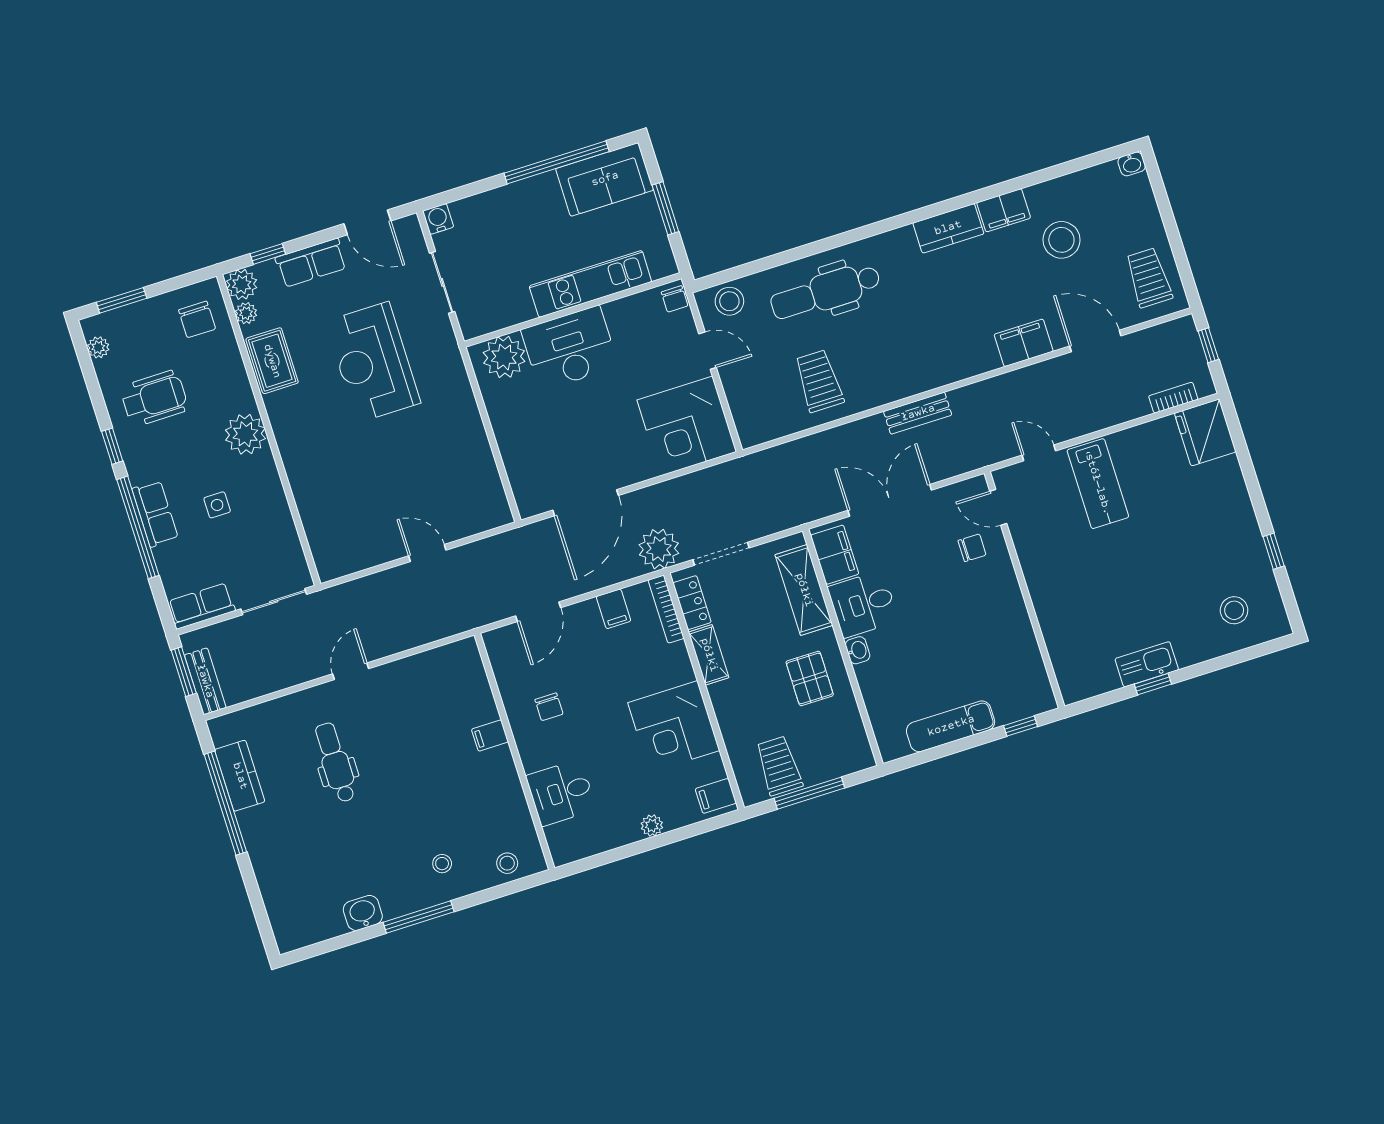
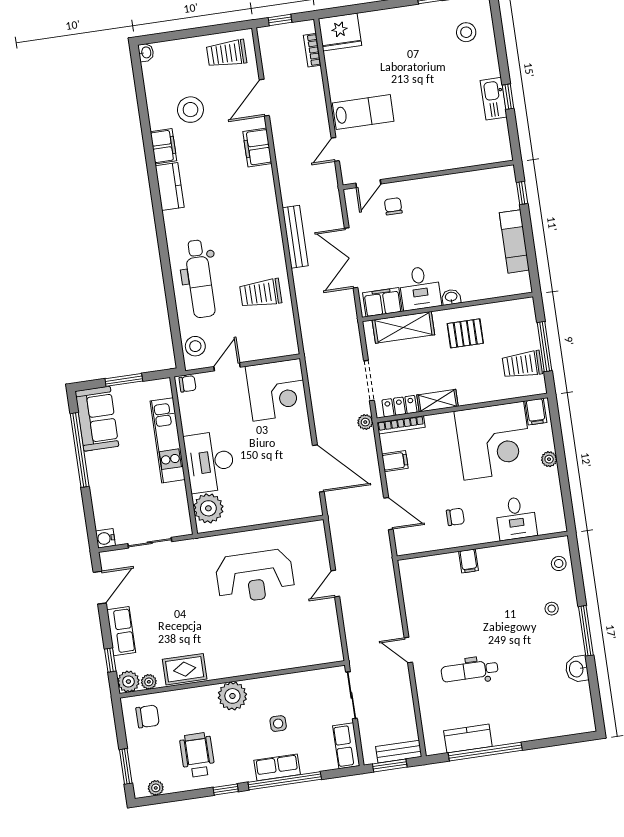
reception desk: (373, 362) -> (255, 576), moved
bench: (918, 413) -> (295, 237), width x1.36
plant: (659, 549) -> (365, 422), width x0.53, depth x0.53
corner desk: (674, 727) -> (494, 441), width x1.36, depth x1.36

